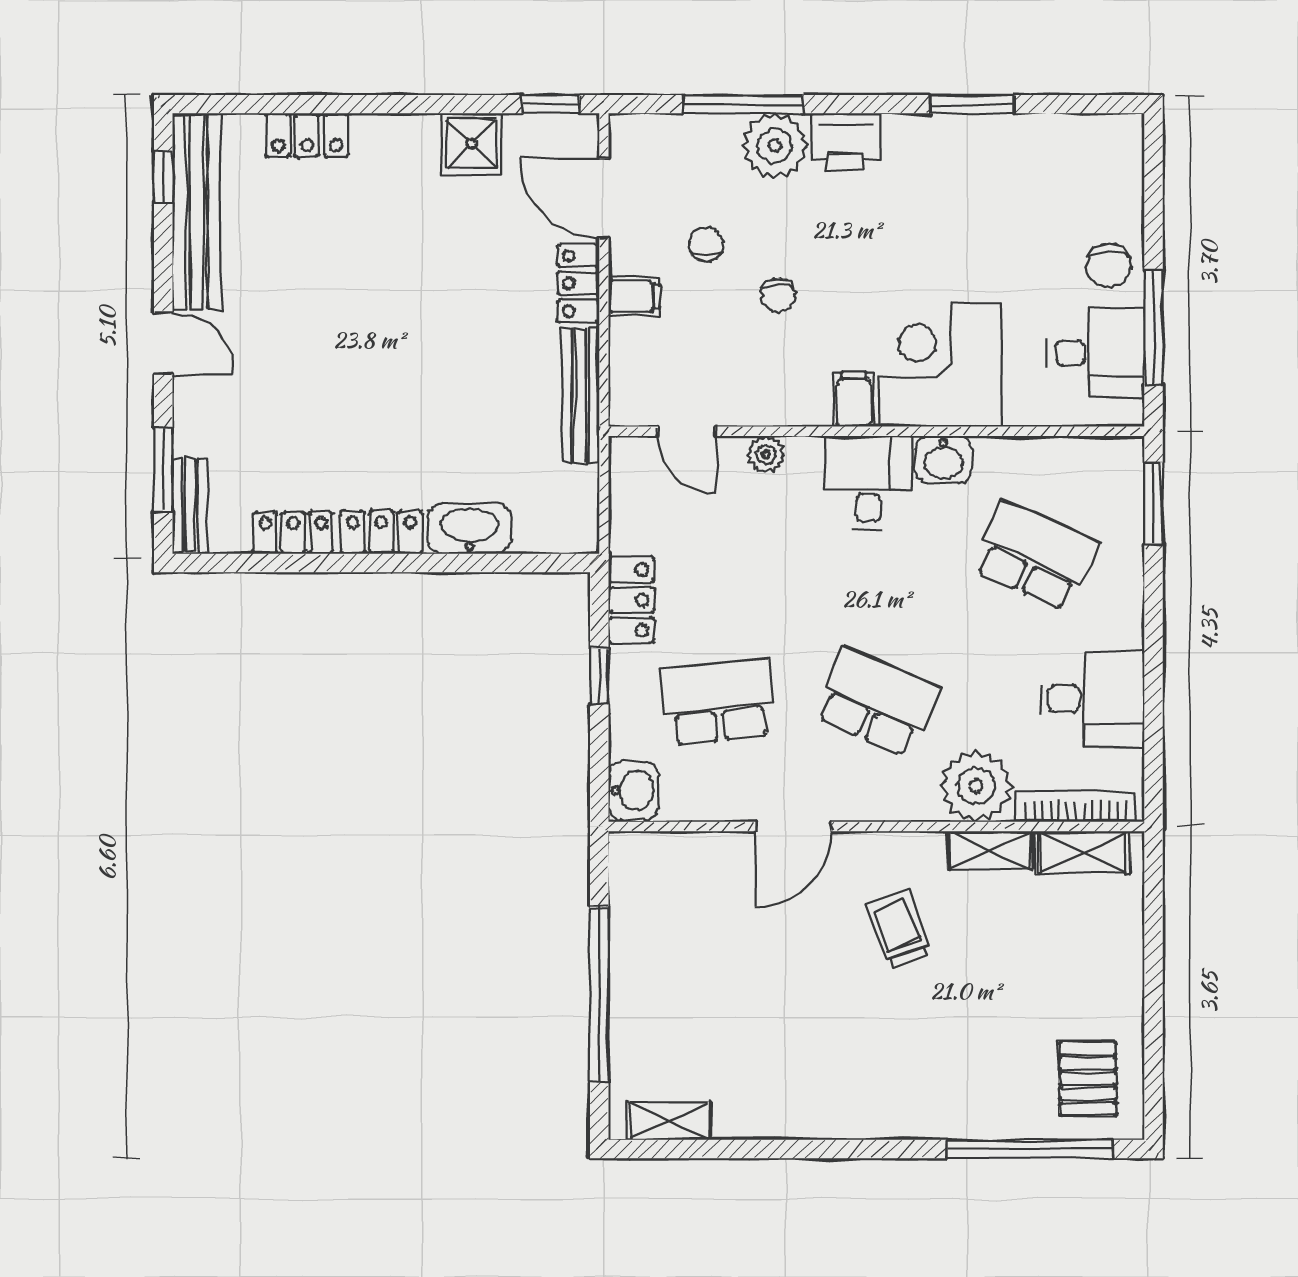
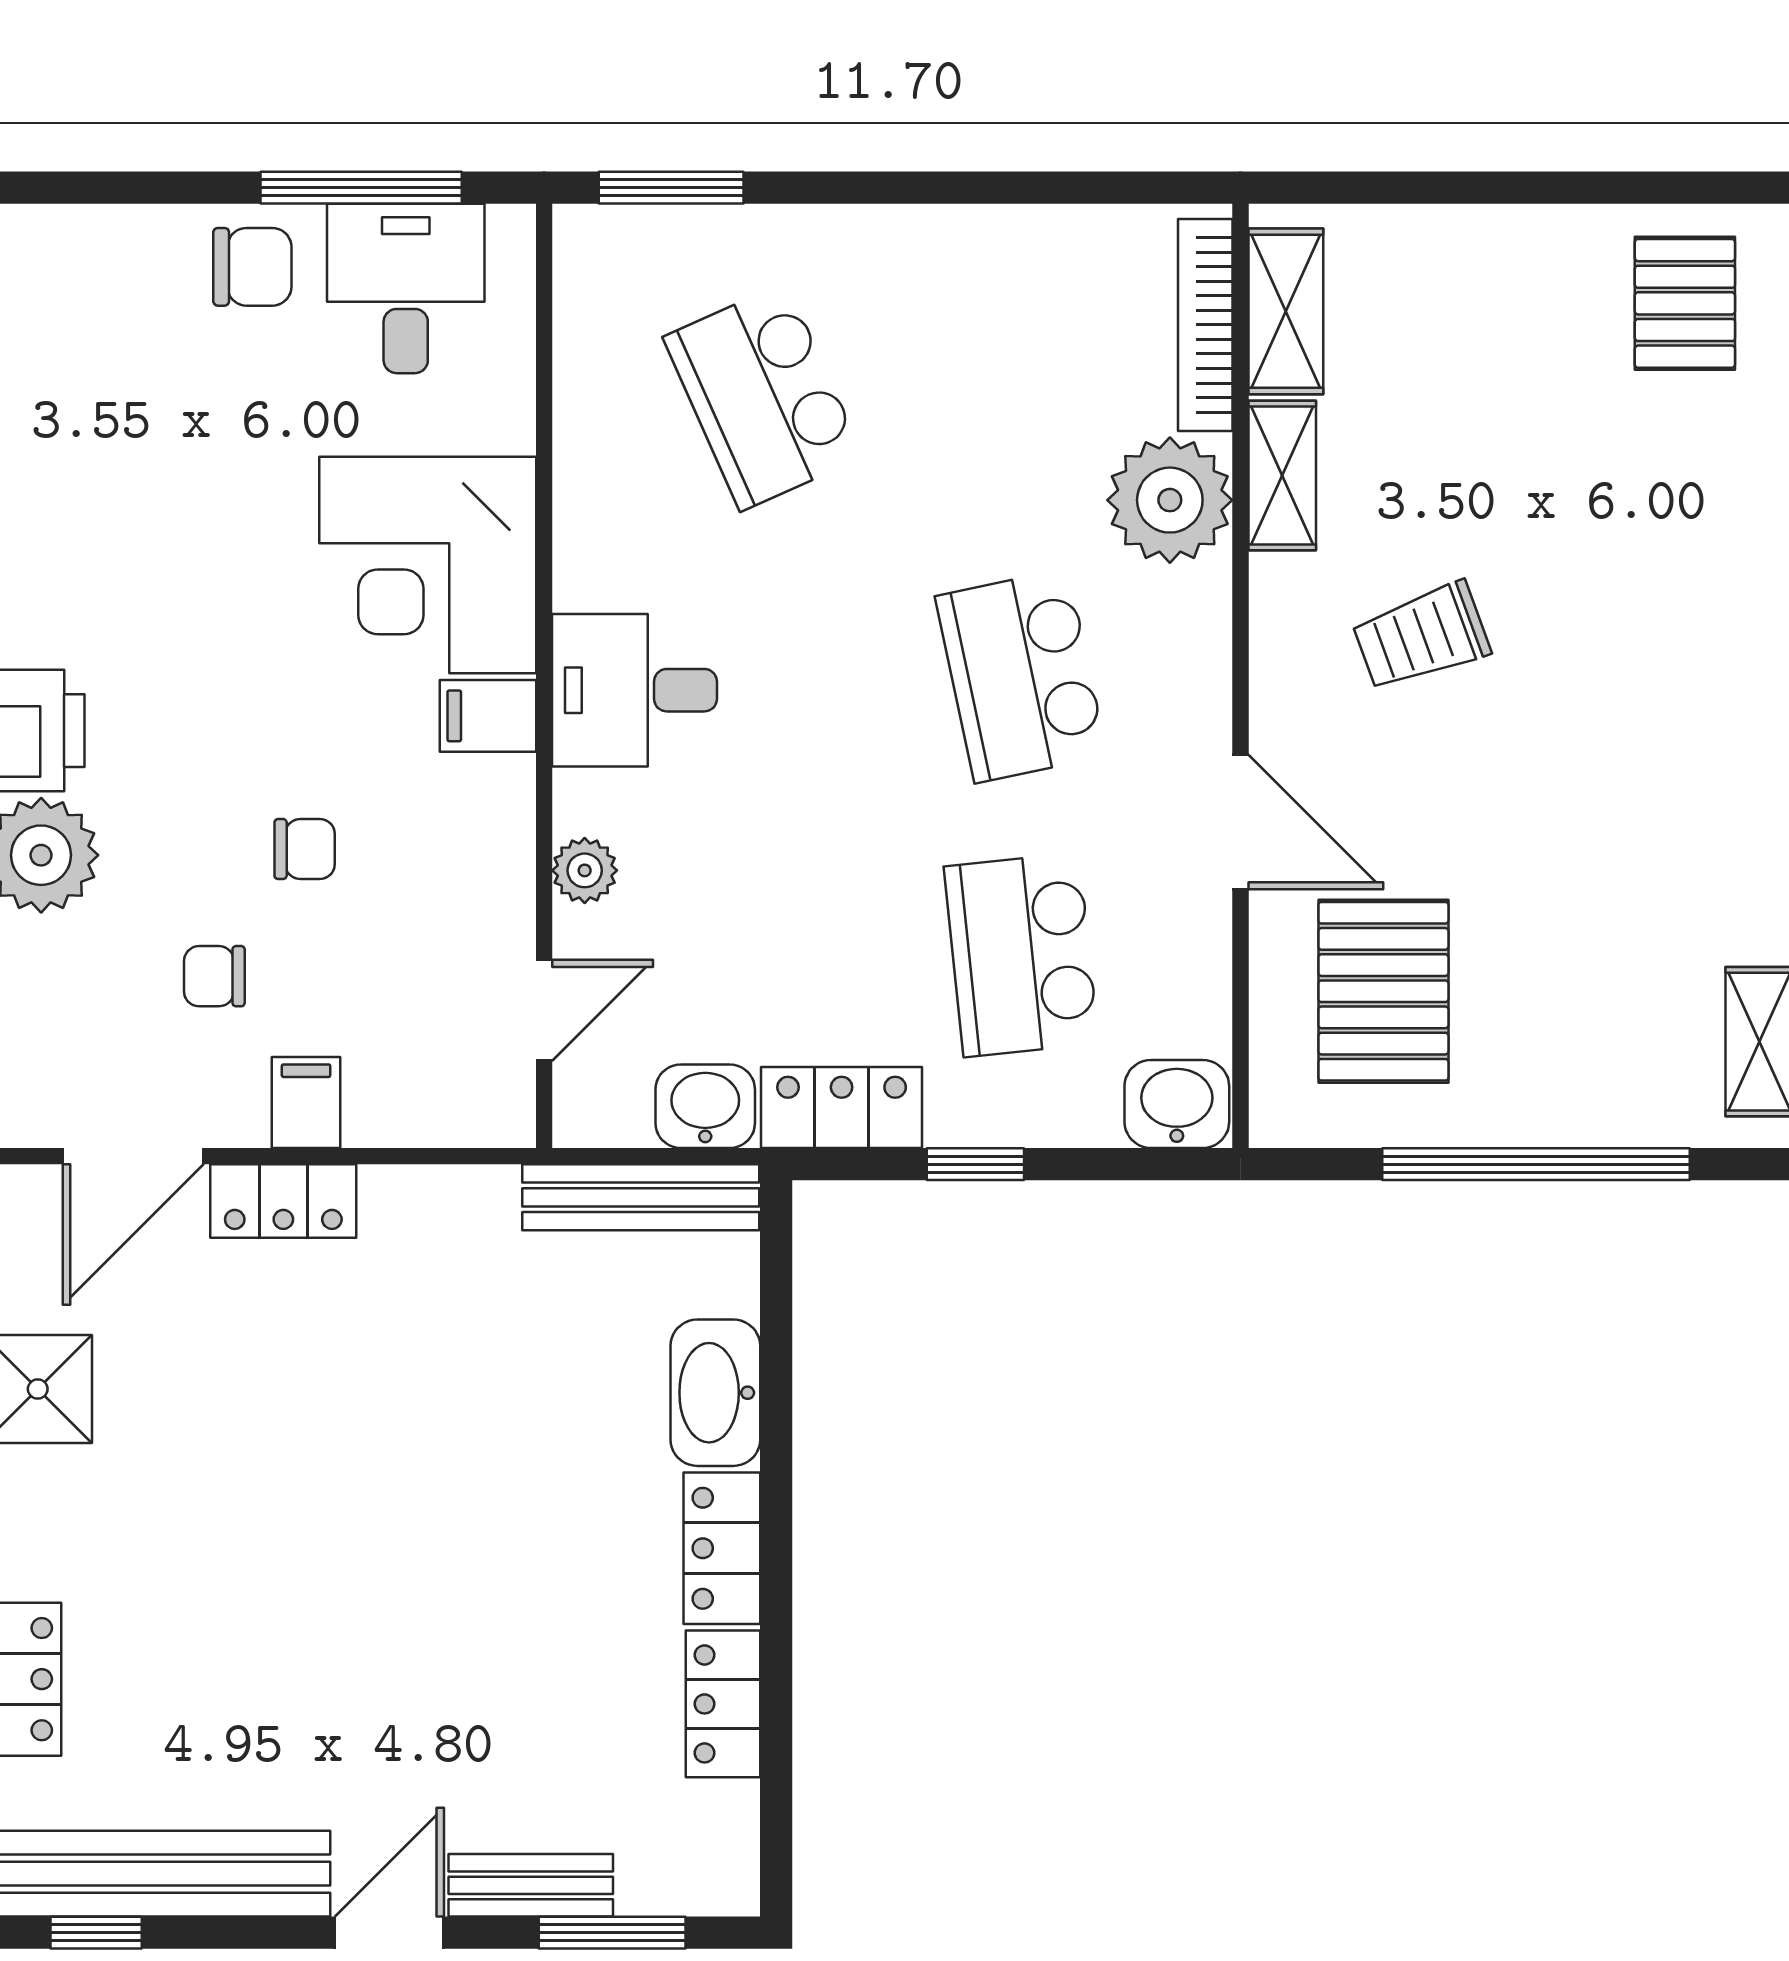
bench: (580, 395) -> (641, 1197), moved
washbasin: (943, 460) -> (705, 1106), moved, turned -90
bench: (190, 505) -> (531, 1885), moved
school desk: (1035, 556) -> (763, 397), turned -48
desk: (1092, 699) -> (1016, 296), removed
school desk: (876, 702) -> (1021, 676), turned -36
pallet: (697, 908) -> (1383, 991), added
pallet: (1088, 1079) -> (1685, 303), turned 90

